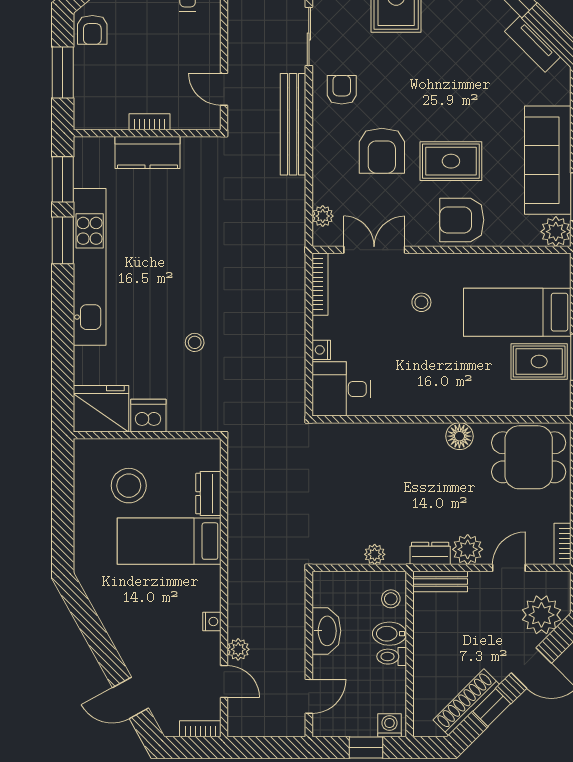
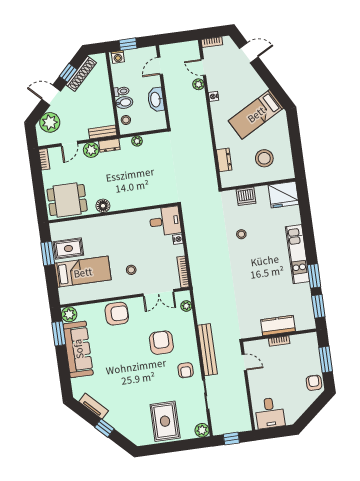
rug: (451, 161) -> (126, 342), removed
kitchen unit: (90, 267) -> (297, 254), width x0.73
dishwasher: (148, 416) -> (246, 196), moved
bed: (169, 541) -> (256, 114), moved, turned 151

